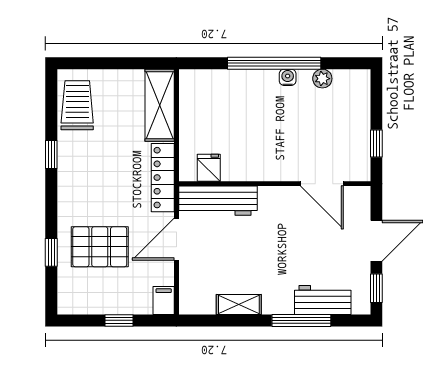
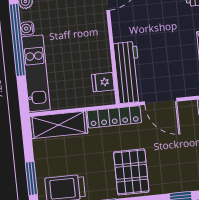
window: (95, 63) -> (31, 178), added
kitchen unit: (229, 83) -> (36, 73), added
pallet: (100, 247) -> (131, 172), moved

